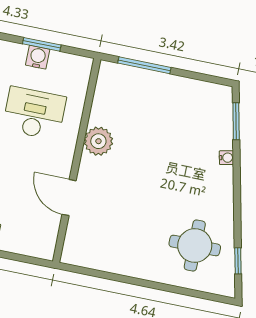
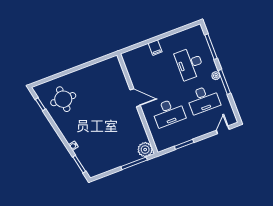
water cooler: (38, 57) -> (182, 138), removed
plant: (98, 141) -> (145, 150), moved
door: (69, 198) -> (135, 98), moved

